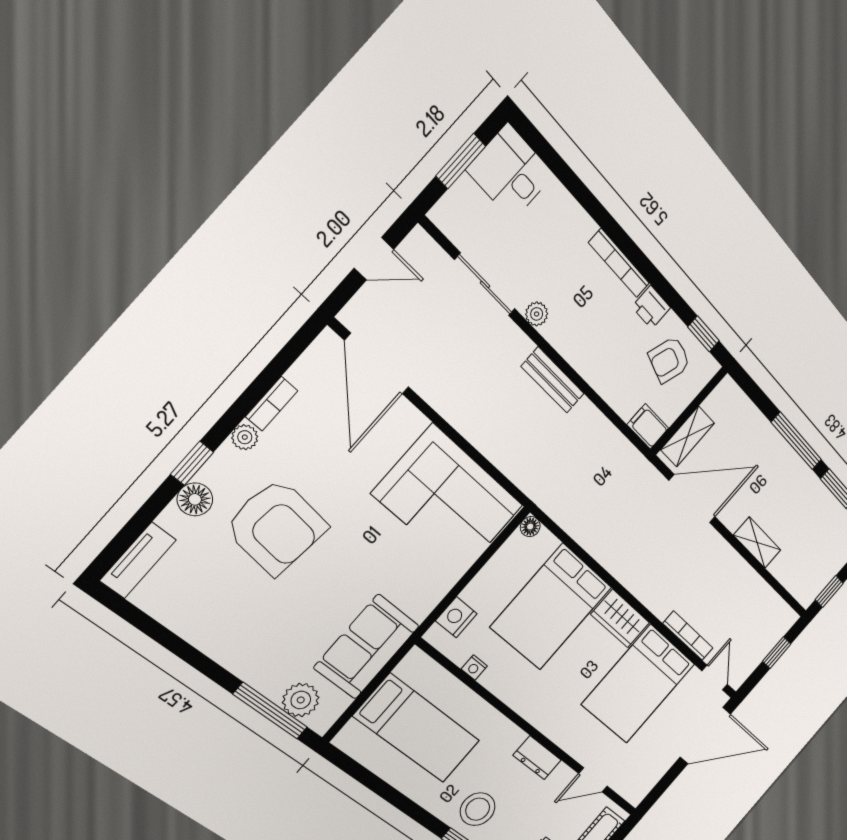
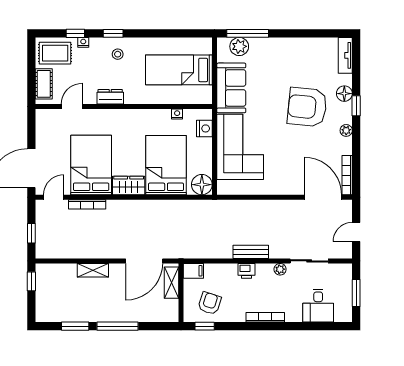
desk: (510, 172) -> (318, 306), moved, turned 90
printer: (651, 307) -> (246, 271), moved, turned 180
bookcase: (272, 404) -> (347, 175), moved, width x1.56
corner sofa: (448, 500) -> (240, 147), moved, turned 90
floor lamp: (530, 527) -> (202, 185), width x1.89, depth x1.89
door: (715, 678) -> (54, 197), swing flipped
stool: (478, 809) -> (118, 54), width x0.53, depth x0.53

